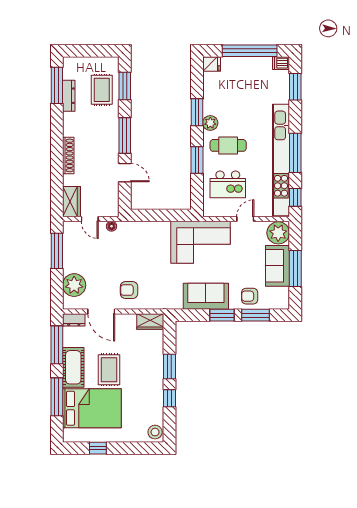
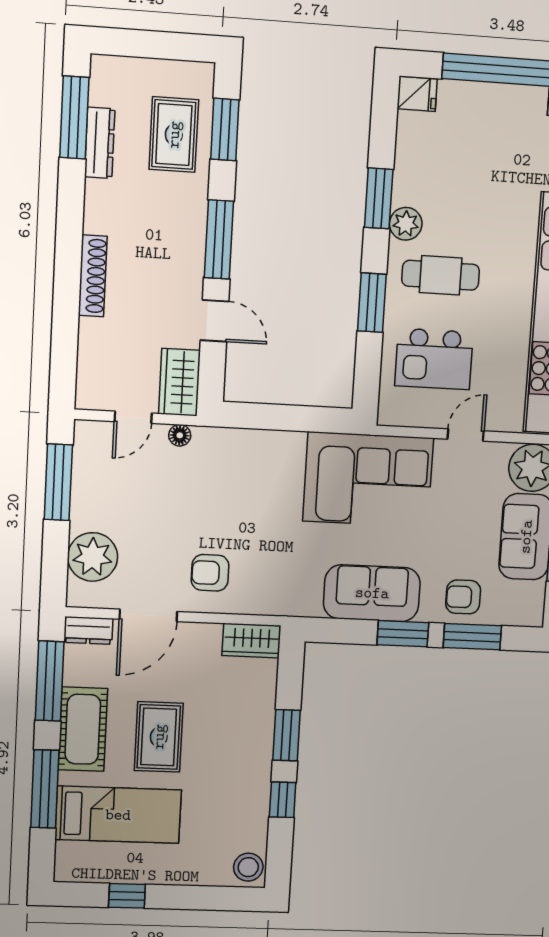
wardrobe: (71, 202) -> (179, 382), moved, turned 180
door: (90, 219) -> (133, 417), hinge flipped
door: (101, 312) -> (148, 615), hinge flipped
bed: (92, 408) -> (118, 815), width x0.67

